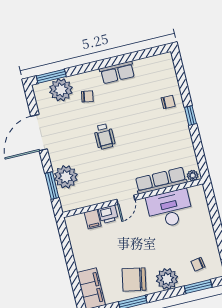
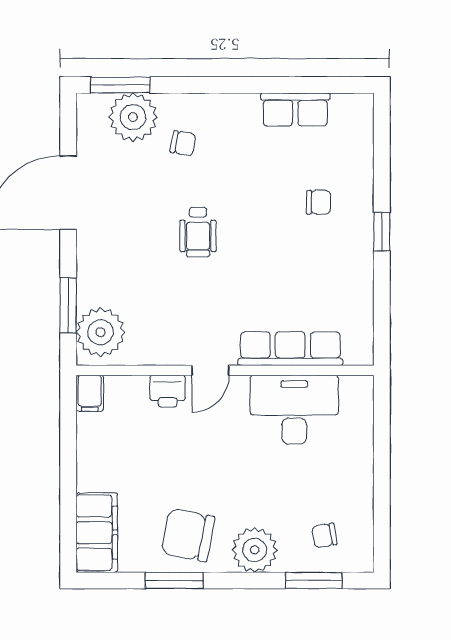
row of seats: (117, 72) -> (295, 109), moved
chair: (168, 102) -> (319, 202), moved
plant: (193, 175) -> (357, 354), removed
plant: (66, 177) -> (101, 332), moved
filing cabinet: (93, 219) -> (90, 393), moved

